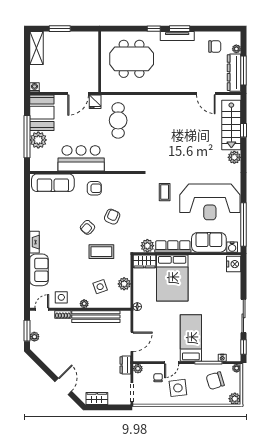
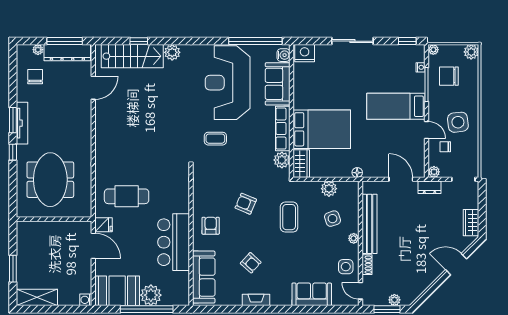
reception desk: (210, 202) -> (228, 83), turned 180
armchair: (87, 227) -> (251, 263), moved
fireplace: (34, 242) -> (256, 300), moved
sliding door: (243, 316) -> (352, 41), moved
chair: (215, 381) -> (449, 76), turned 107

